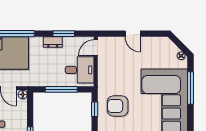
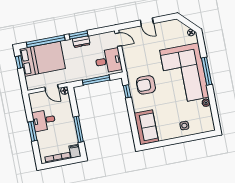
window: (64, 34) -> (79, 35), moved
door: (96, 48) -> (118, 40), swing flipped
window: (190, 88) -> (207, 71), moved

